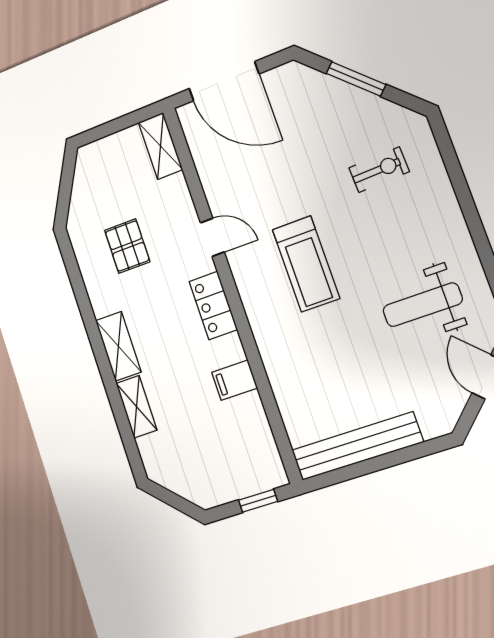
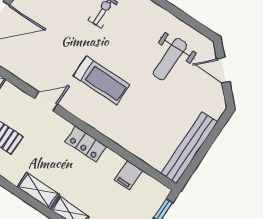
locker: (213, 305) -> (86, 144), moved
filing cabinet: (234, 380) -> (128, 175), moved

